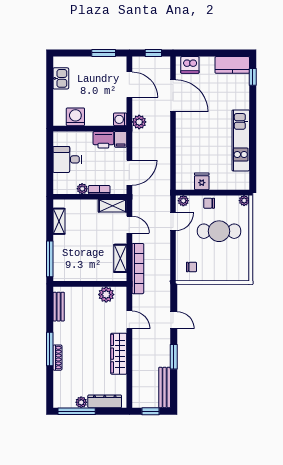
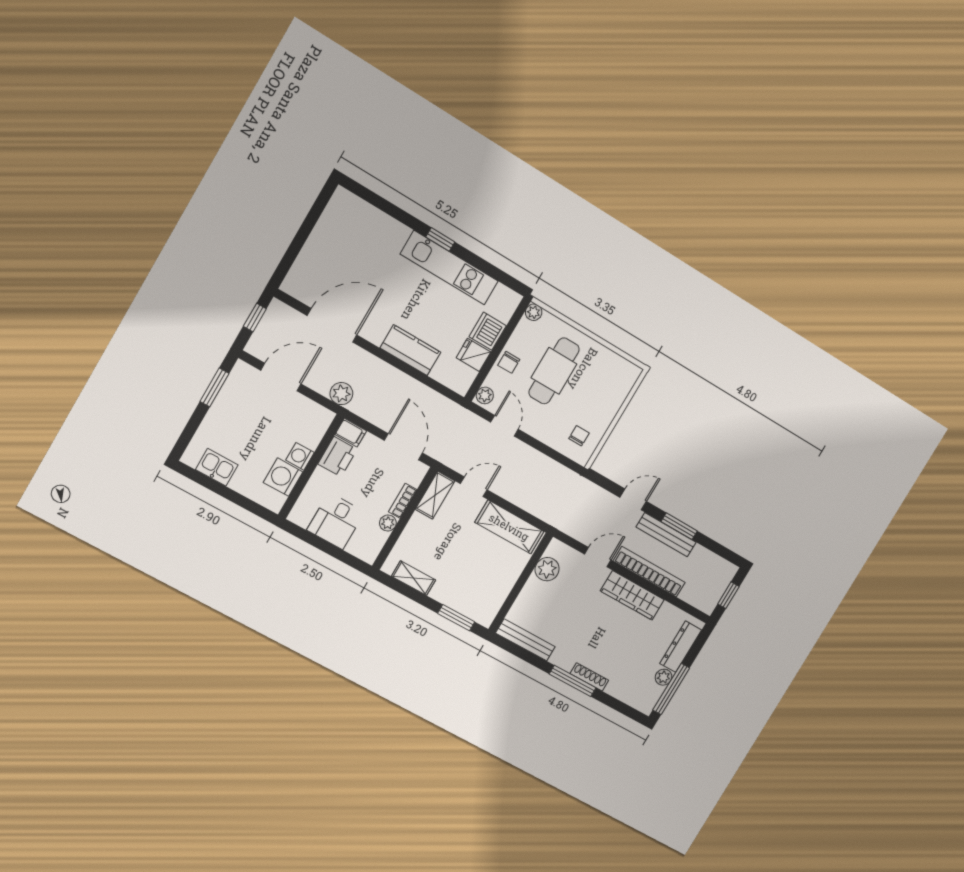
dishwasher: (190, 65) -> (488, 331), moved, turned 180
kitchen counter: (232, 65) -> (410, 350), moved, turned -90
window: (253, 77) -> (440, 239), moved
washing machine: (120, 119) -> (300, 456), moved, turned 90
shelving: (120, 258) -> (509, 527), width x1.50, depth x1.33
window: (50, 259) -> (456, 618), width x0.69
bookcase: (138, 269) -> (649, 572), moved
bench: (59, 307) -> (525, 640), width x1.36
bench: (165, 388) -> (666, 535), moved

